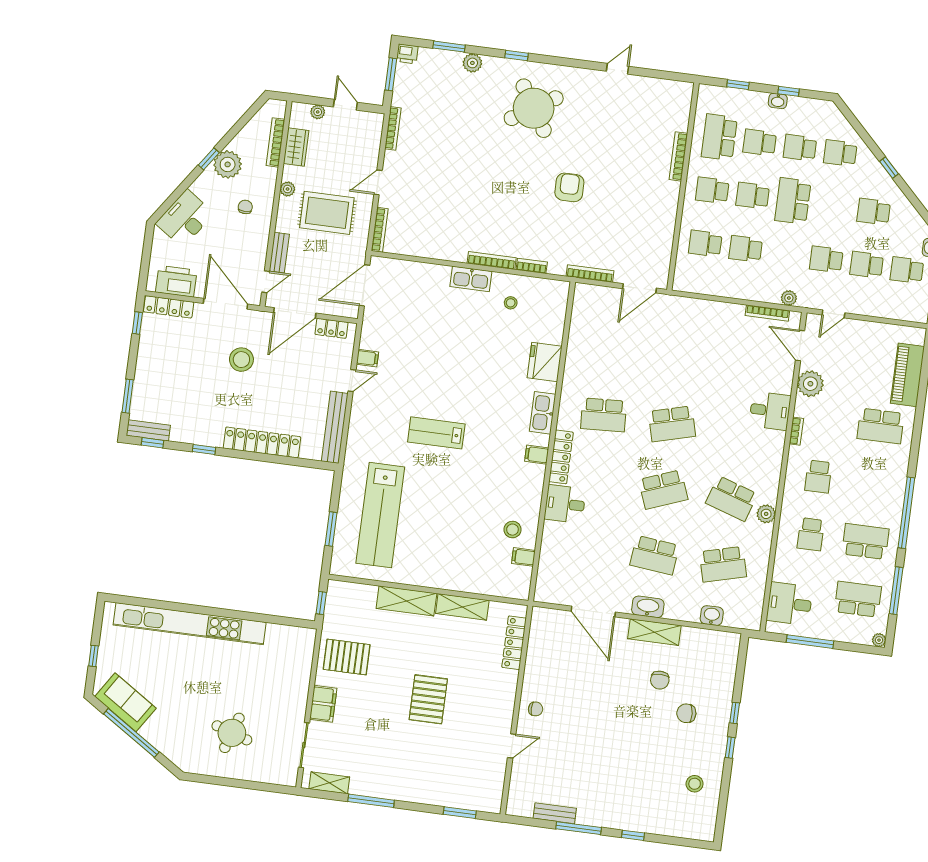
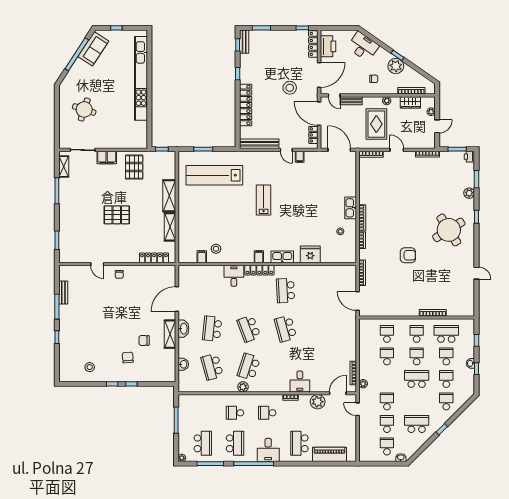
school desk: (874, 212) -> (417, 424), width x1.85
desk: (789, 604) -> (268, 450), moved, turned 180

